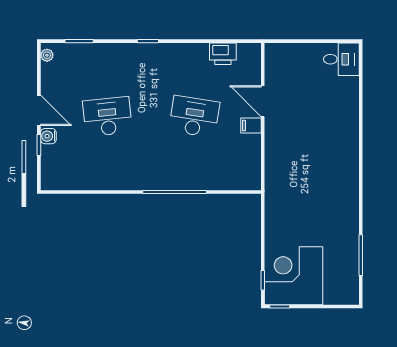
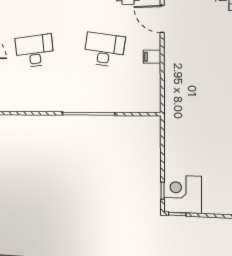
door: (263, 101) -> (162, 19), moved
corner desk: (294, 276) -> (182, 194), width x0.74, depth x0.74

